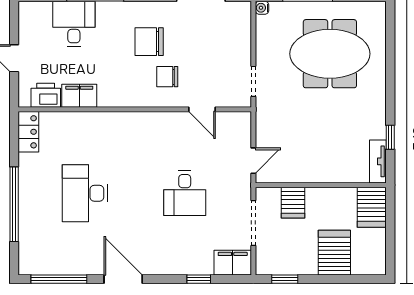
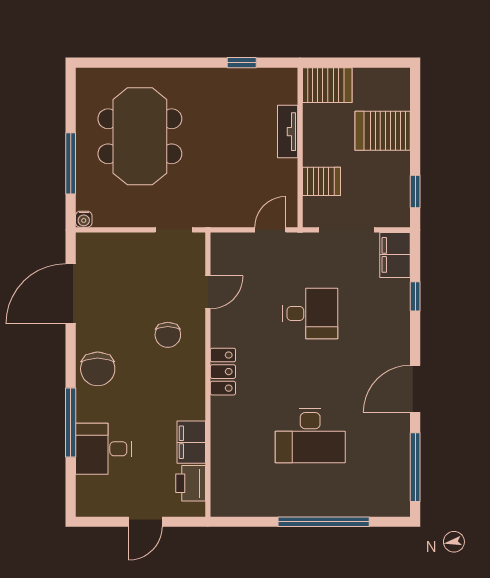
chair: (149, 42) -> (98, 369), moved
locker: (28, 132) -> (223, 372), moved, turned 90
door: (253, 161) -> (270, 230), hinge flipped
tv unit: (378, 161) -> (288, 132), moved, turned 90

